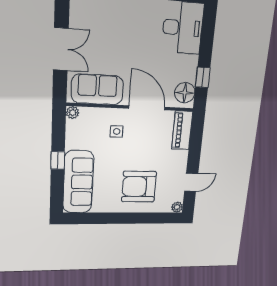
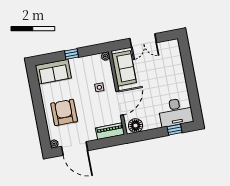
window: (203, 77) -> (175, 130), moved
sofa: (78, 182) -> (53, 72), width x0.73
door: (191, 182) -> (75, 149), width x1.87

